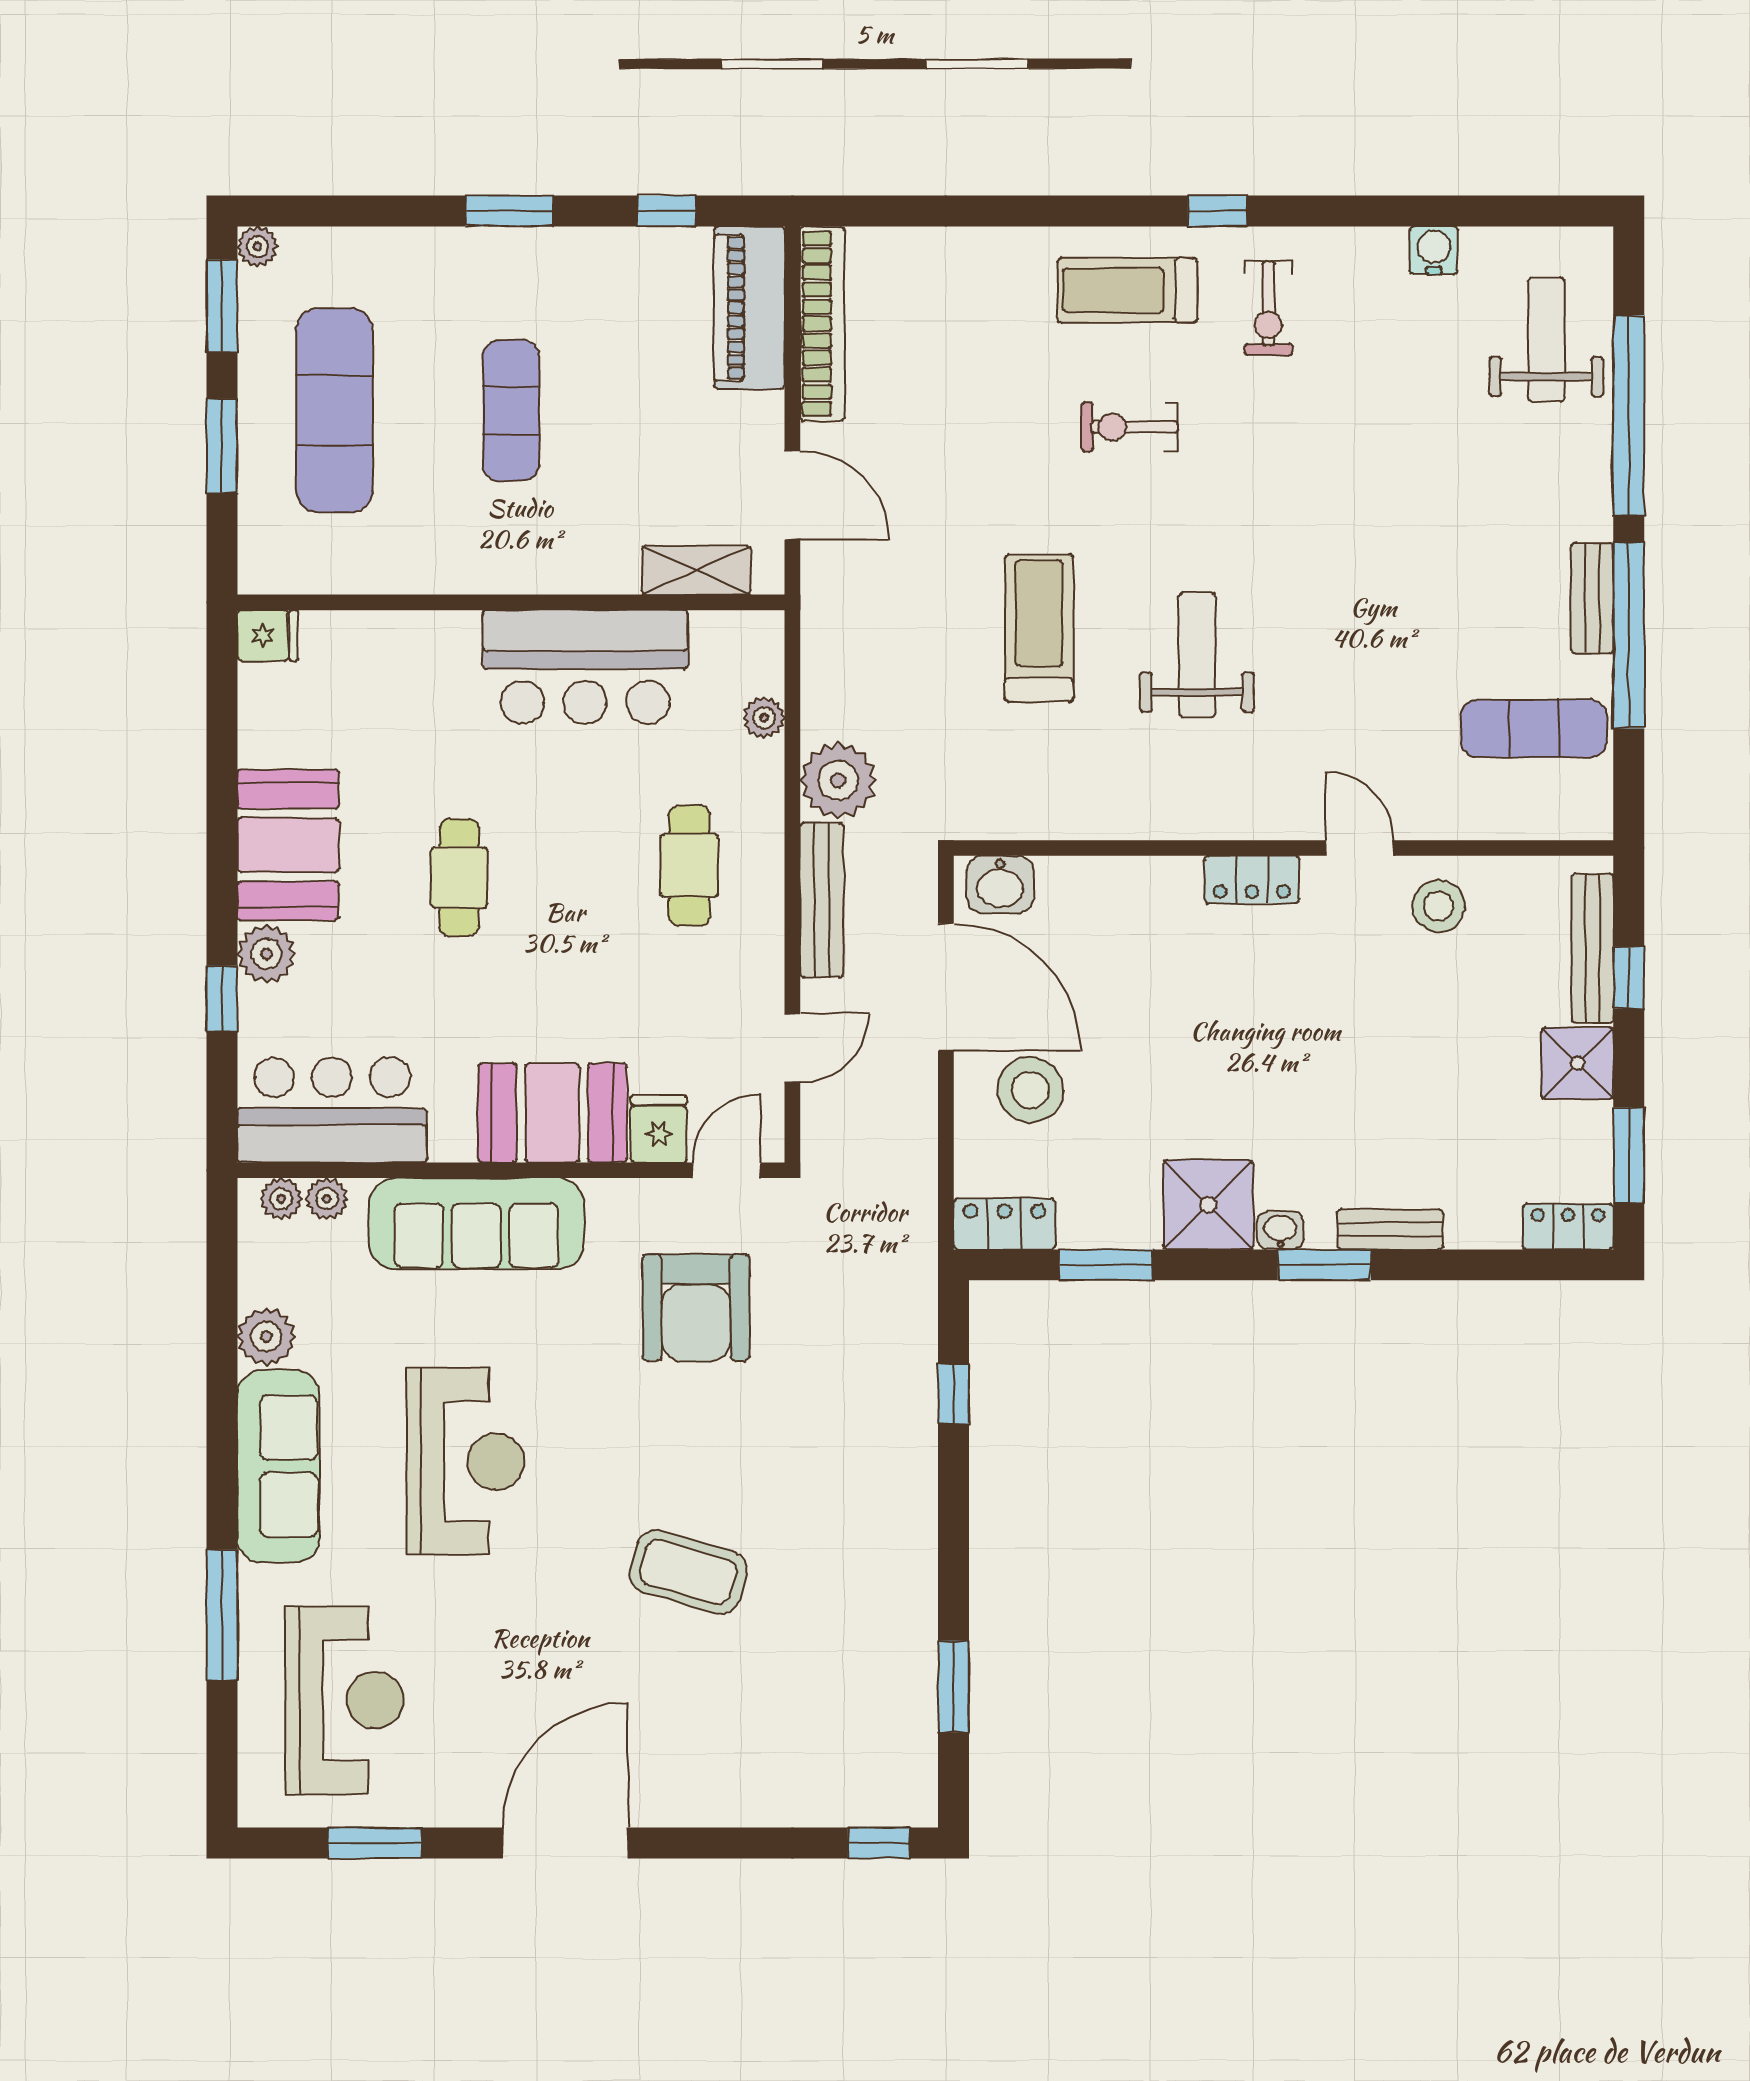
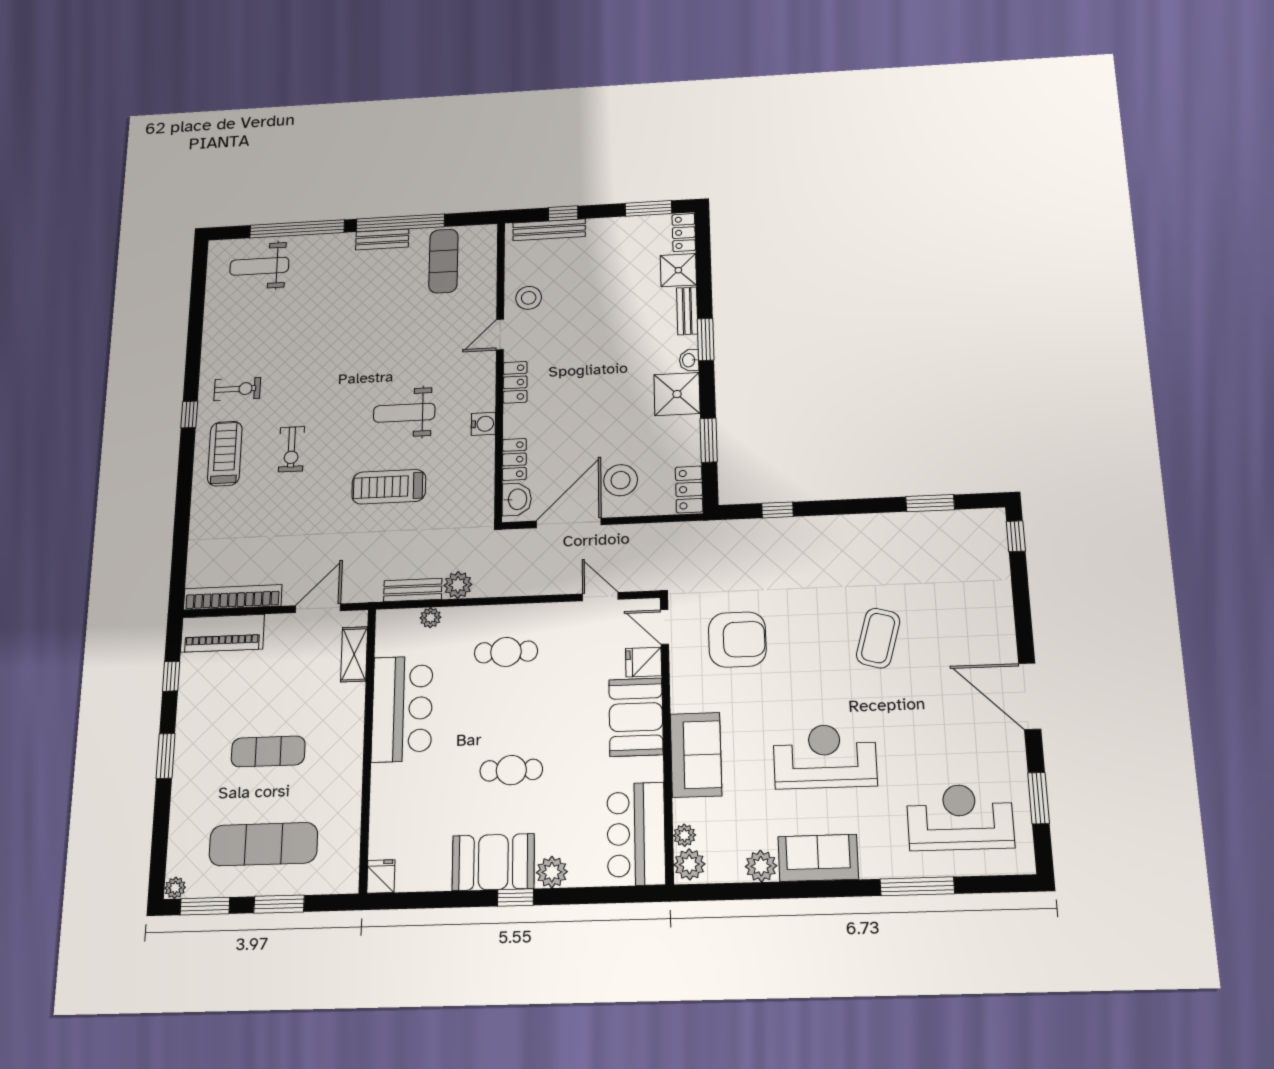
water cooler: (1434, 250) -> (483, 424), moved, turned 180
treadmill: (1127, 290) -> (225, 454), turned 180
plant: (838, 781) -> (458, 585), width x0.73, depth x0.73
locker: (1085, 879) -> (514, 459), added
bench: (822, 900) -> (413, 590), moved, width x0.73
window: (222, 999) -> (515, 898), moved
shower: (1578, 1063) -> (678, 270), moved
plant: (281, 1199) -> (689, 864), width x1.38, depth x1.38
sofa: (476, 1224) -> (696, 755), width x0.73
sofa: (278, 1466) -> (818, 858), width x0.73

